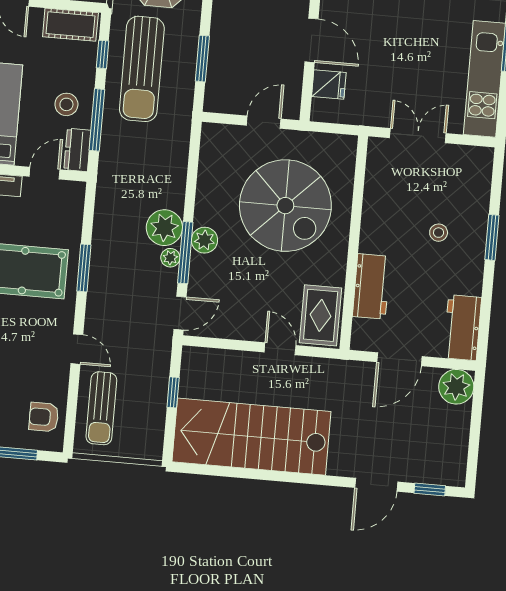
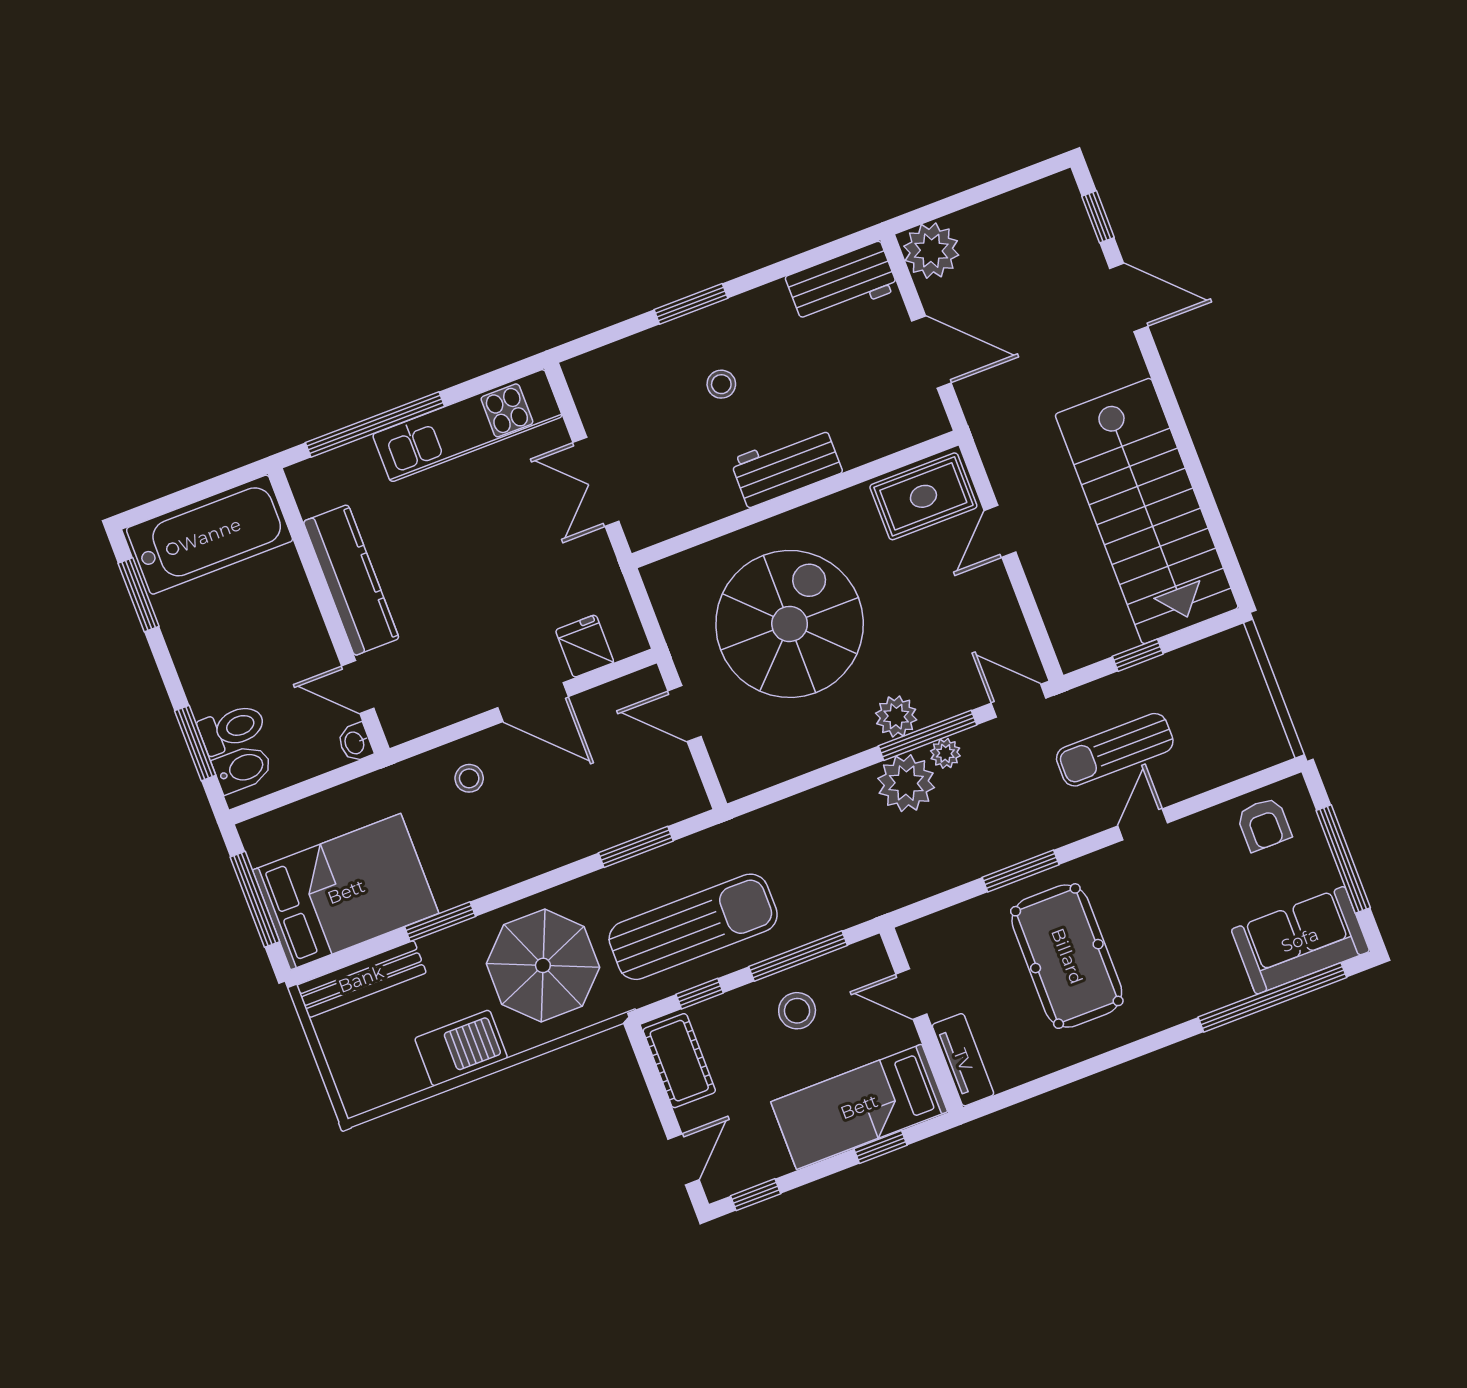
door: (311, 40) -> (533, 702), swing flipped
dresser: (77, 150) -> (855, 963), removed
workbench: (371, 286) -> (786, 466), moved
sun lounger: (101, 408) -> (1115, 750), moved, turned 180

